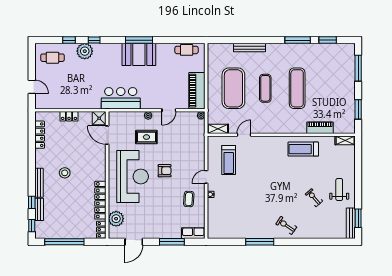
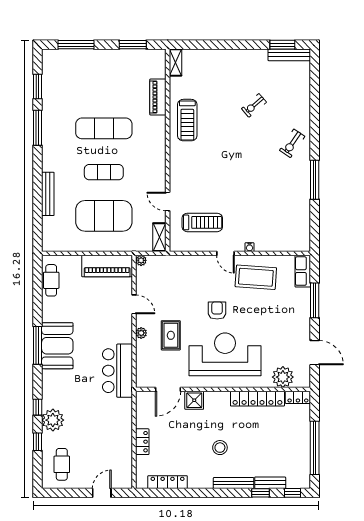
shower: (99, 118) -> (194, 400), moved
weight bench: (339, 189) -> (243, 71), removed
coffee table: (189, 199) -> (256, 277), width x1.86, depth x1.72

